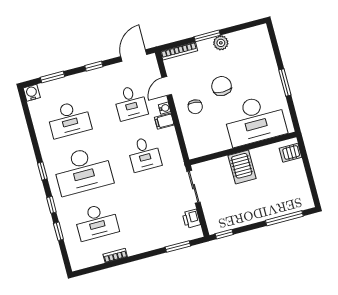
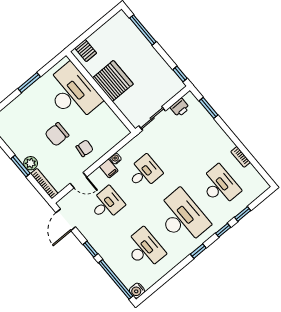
plant: (221, 43) -> (31, 163), moved
door: (134, 55) -> (66, 220), hinge flipped
window: (53, 77) -> (116, 279), width x2.11
water cooler: (164, 108) -> (116, 159), moved
server rack: (242, 167) -> (113, 81), width x1.60

